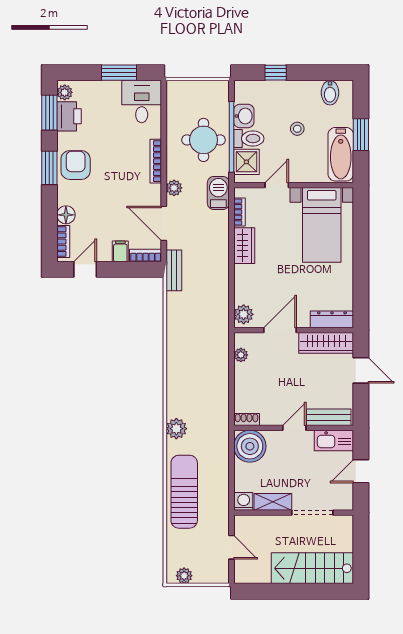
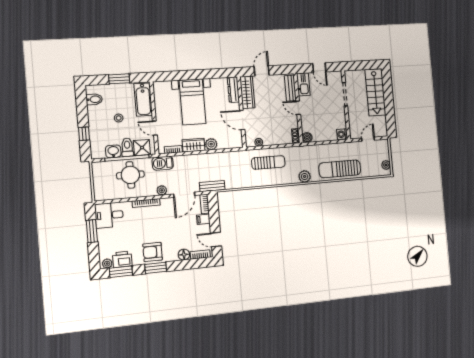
bathtub: (341, 154) -> (143, 100), moved, turned 90
bed with nightstands: (322, 225) -> (193, 102), moved, turned 90
plant: (244, 314) -> (211, 144), moved
sun lounger: (205, 368) -> (268, 162), added
boiler: (250, 446) -> (307, 138), width x0.54, depth x0.54
shelving: (273, 502) -> (341, 117), removed

